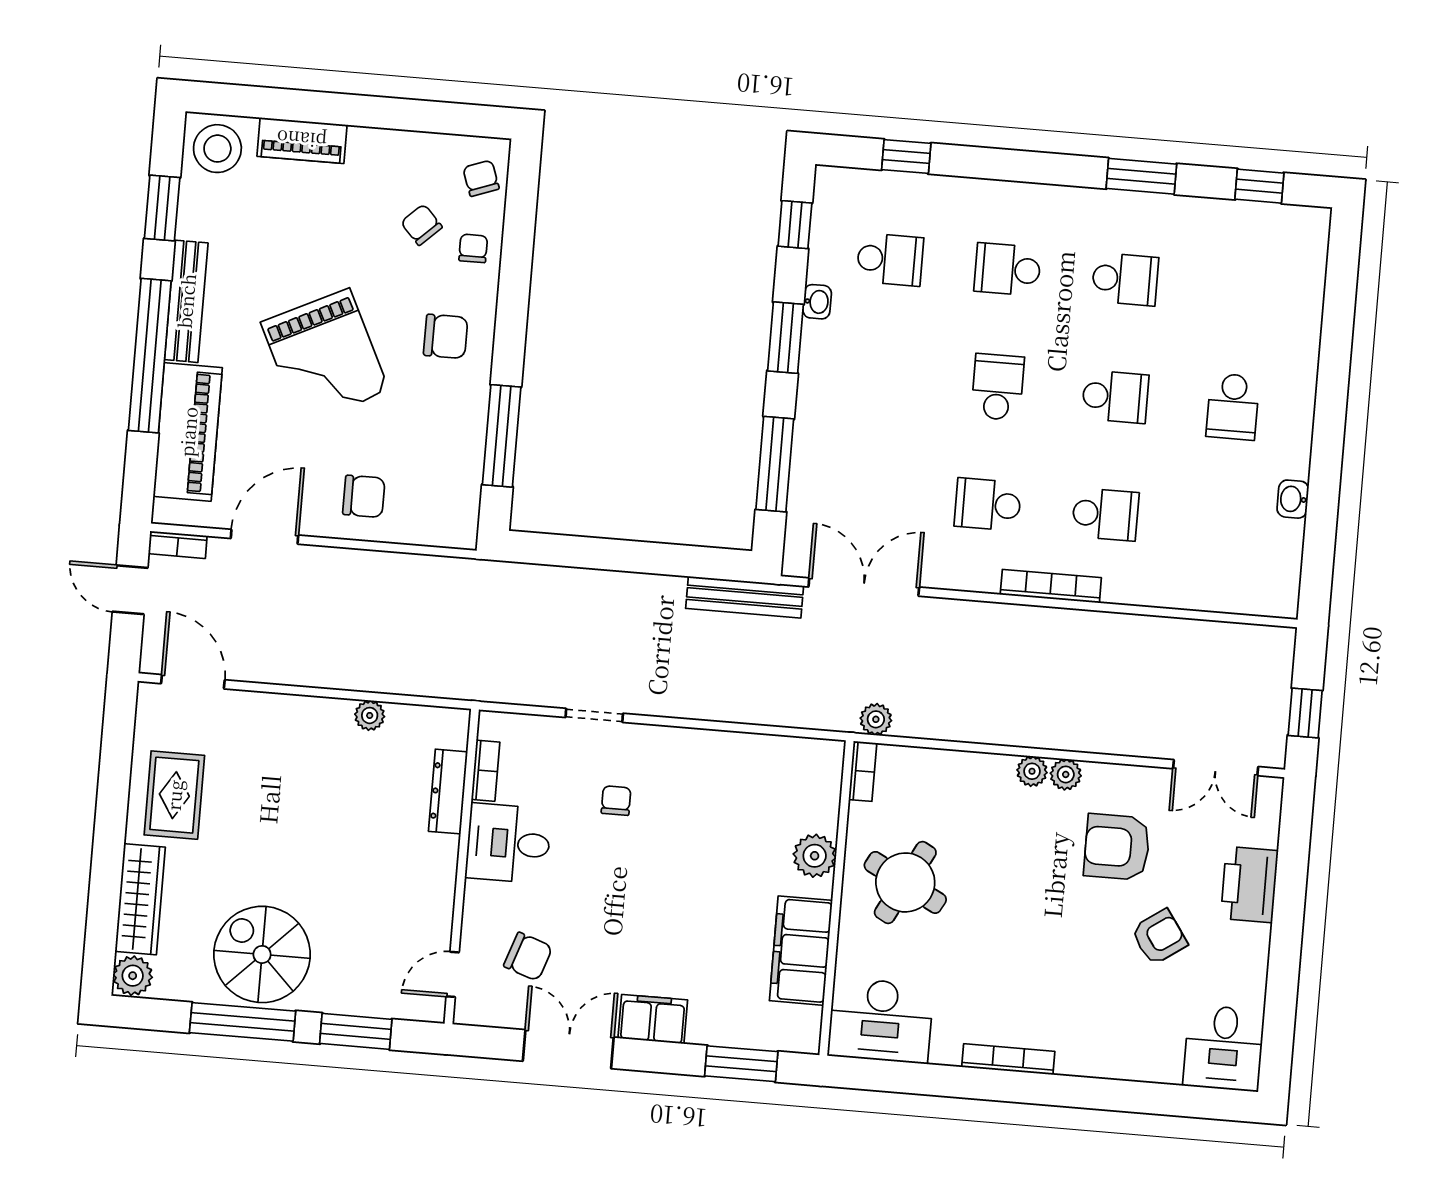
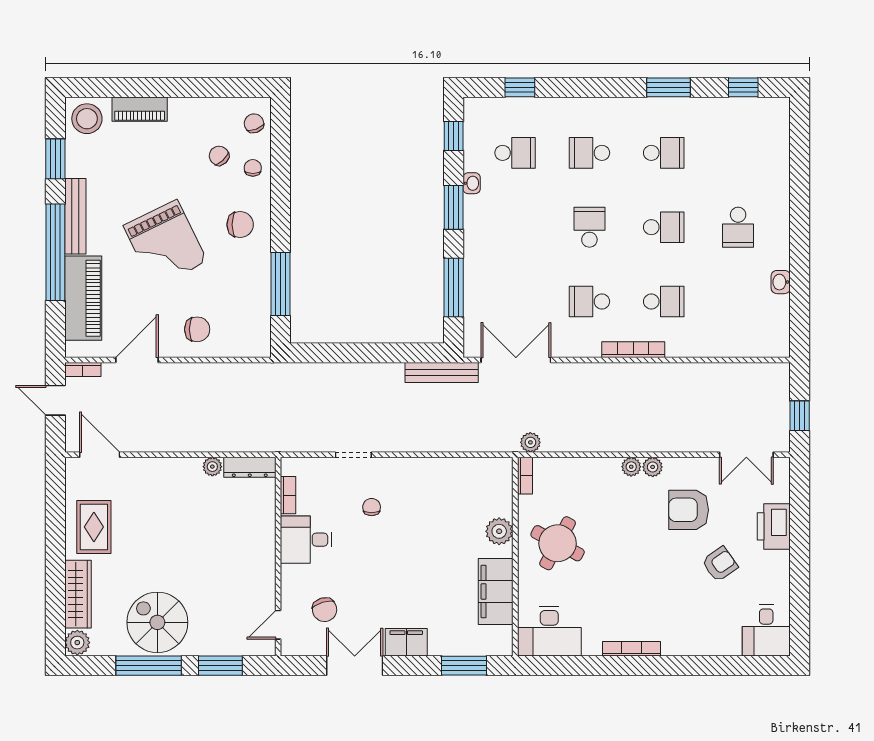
dresser: (448, 792) -> (250, 467), moved, turned -90
chair: (528, 957) -> (325, 610), turned 54

